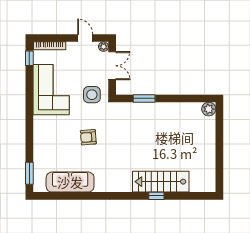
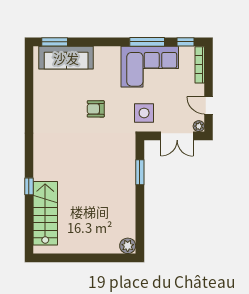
door: (85, 38) -> (209, 105), swing flipped
window: (29, 92) -> (147, 42), added
armchair: (88, 137) -> (96, 109), turned -85
sofa: (70, 182) -> (66, 58), moved, turned 90
stairs: (161, 182) -> (45, 213), moved

